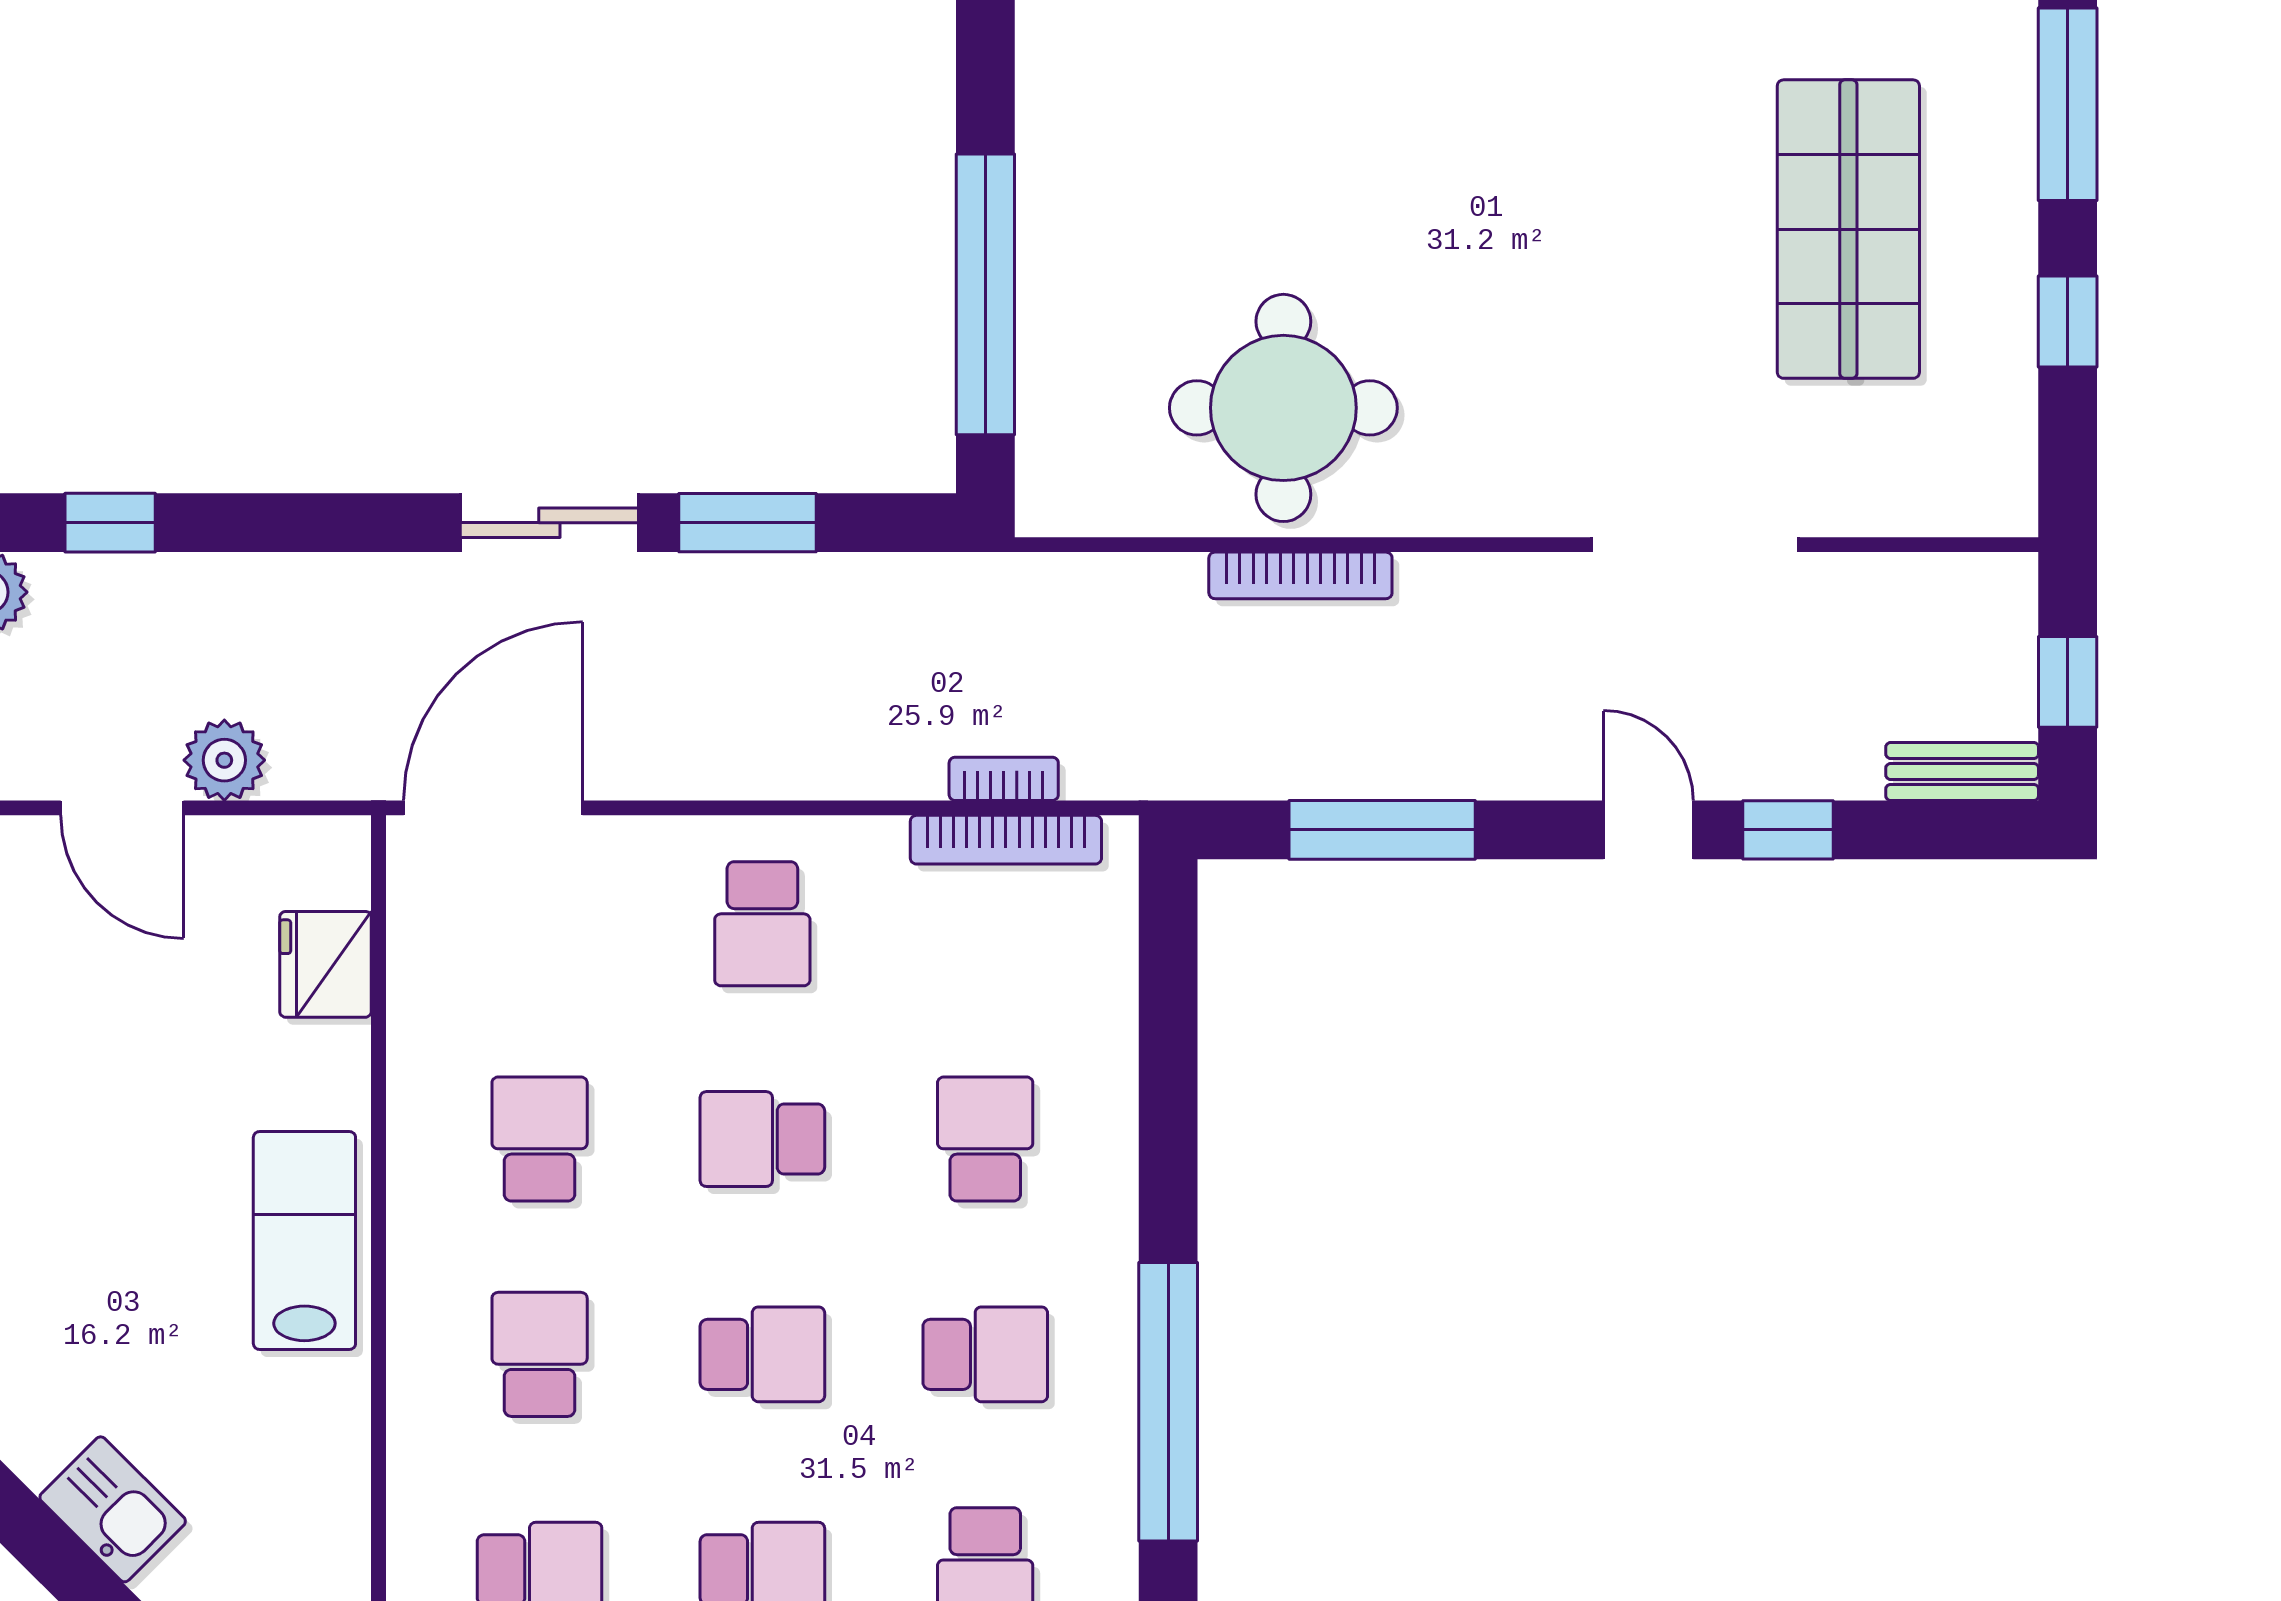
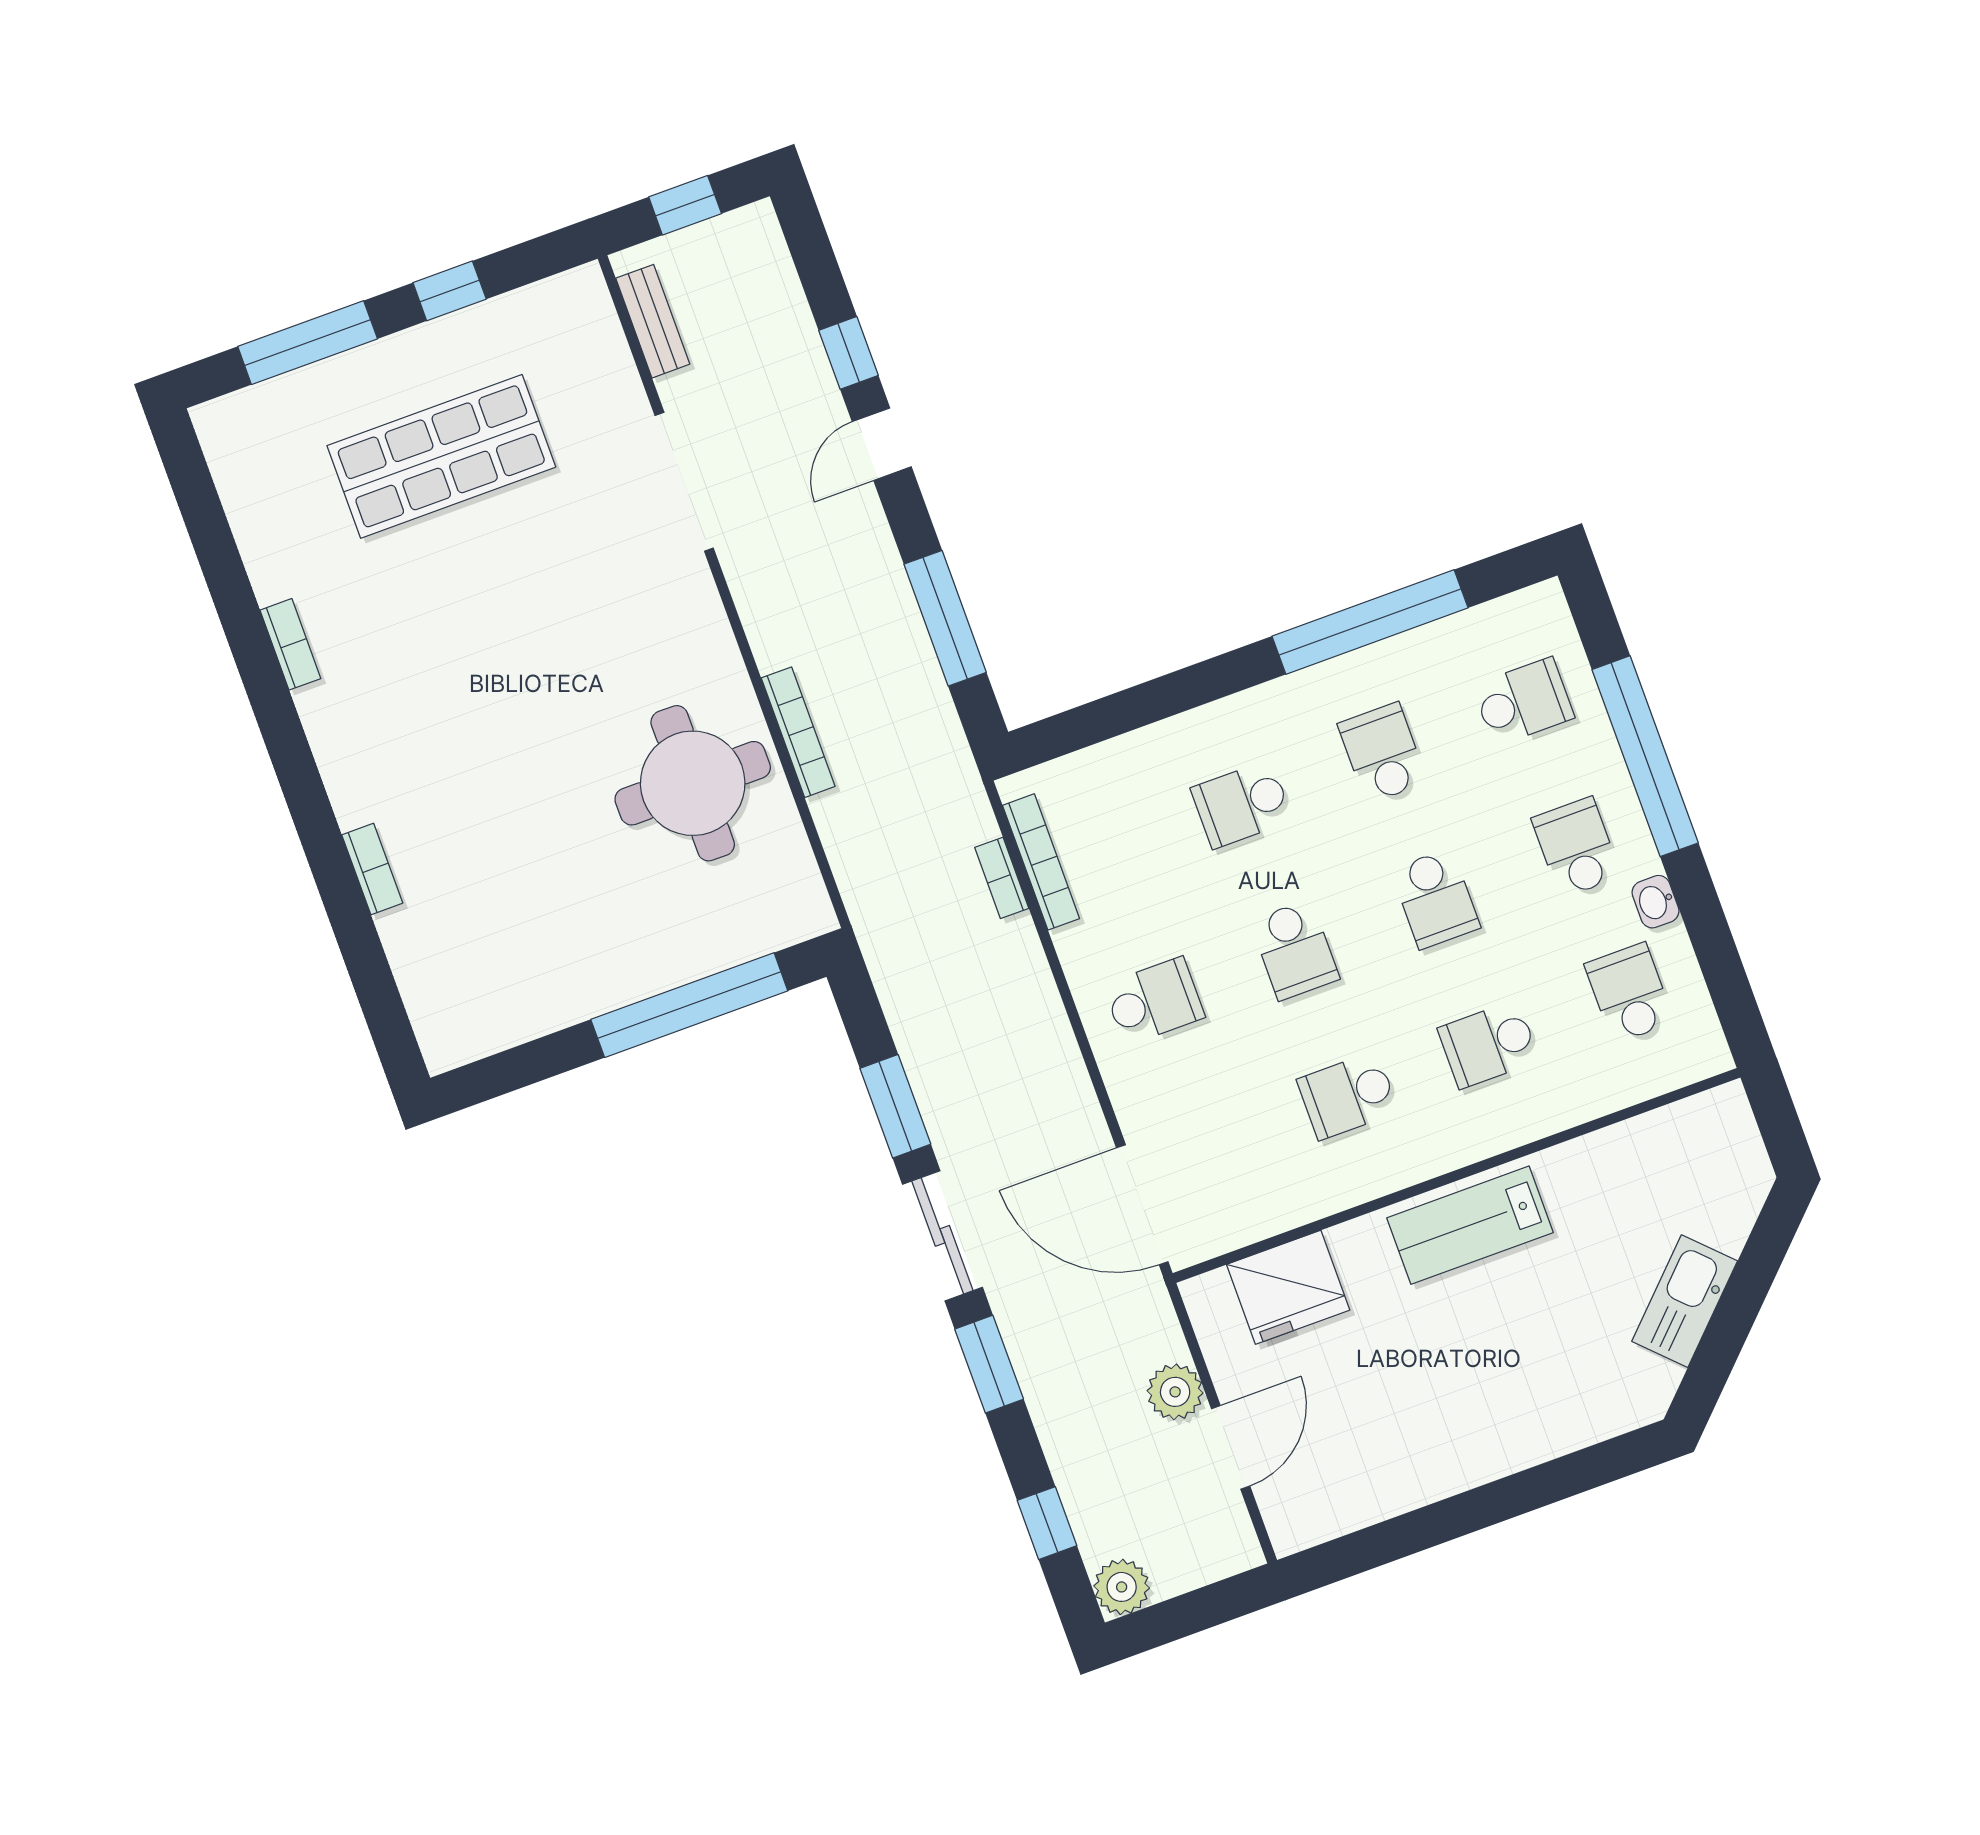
window: (353, 523) -> (989, 1364), added
bench: (1962, 771) -> (653, 321), moved
fridge: (325, 964) -> (1288, 1287), width x1.36, depth x1.34
school desk: (762, 1354) -> (1436, 899), turned 180
kitchen sink: (113, 1509) -> (1685, 1301), width x1.38

